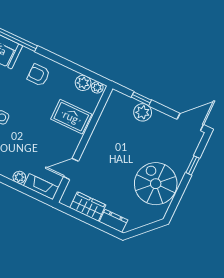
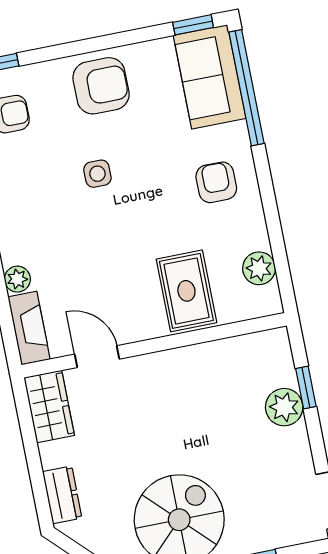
plant: (97, 87) -> (269, 298), removed
wardrobe: (88, 206) -> (49, 407), moved

